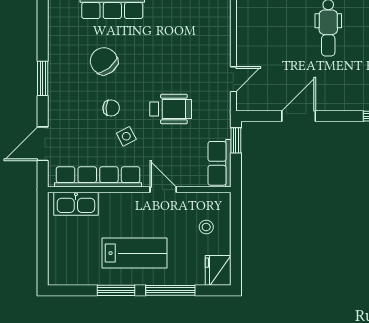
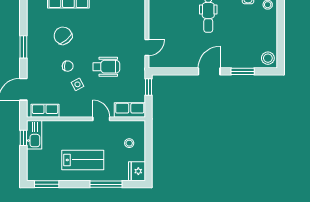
door: (299, 116) -> (209, 71), moved
row of seats: (220, 163) -> (130, 110), moved, turned 90
row of seats: (98, 177) -> (45, 111), width x0.50
kitchen sink: (76, 204) -> (34, 135), moved, turned -90
window: (43, 219) -> (23, 138), added
window: (116, 290) -> (47, 184), moved

